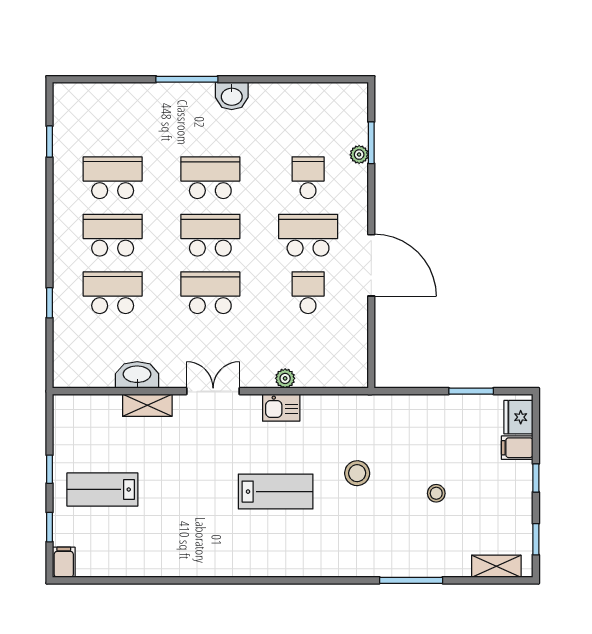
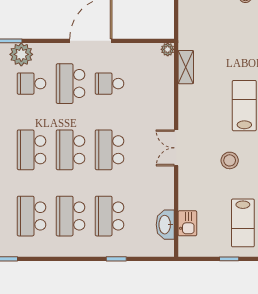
plant: (359, 155) -> (21, 54), width x1.88, depth x1.88
washbasin: (137, 375) -> (165, 225), moved
plant: (285, 378) -> (168, 49), moved
shelving: (147, 405) -> (186, 67), moved
kitchen sink: (281, 408) -> (187, 223), moved
stool: (357, 473) -> (230, 160), moved

